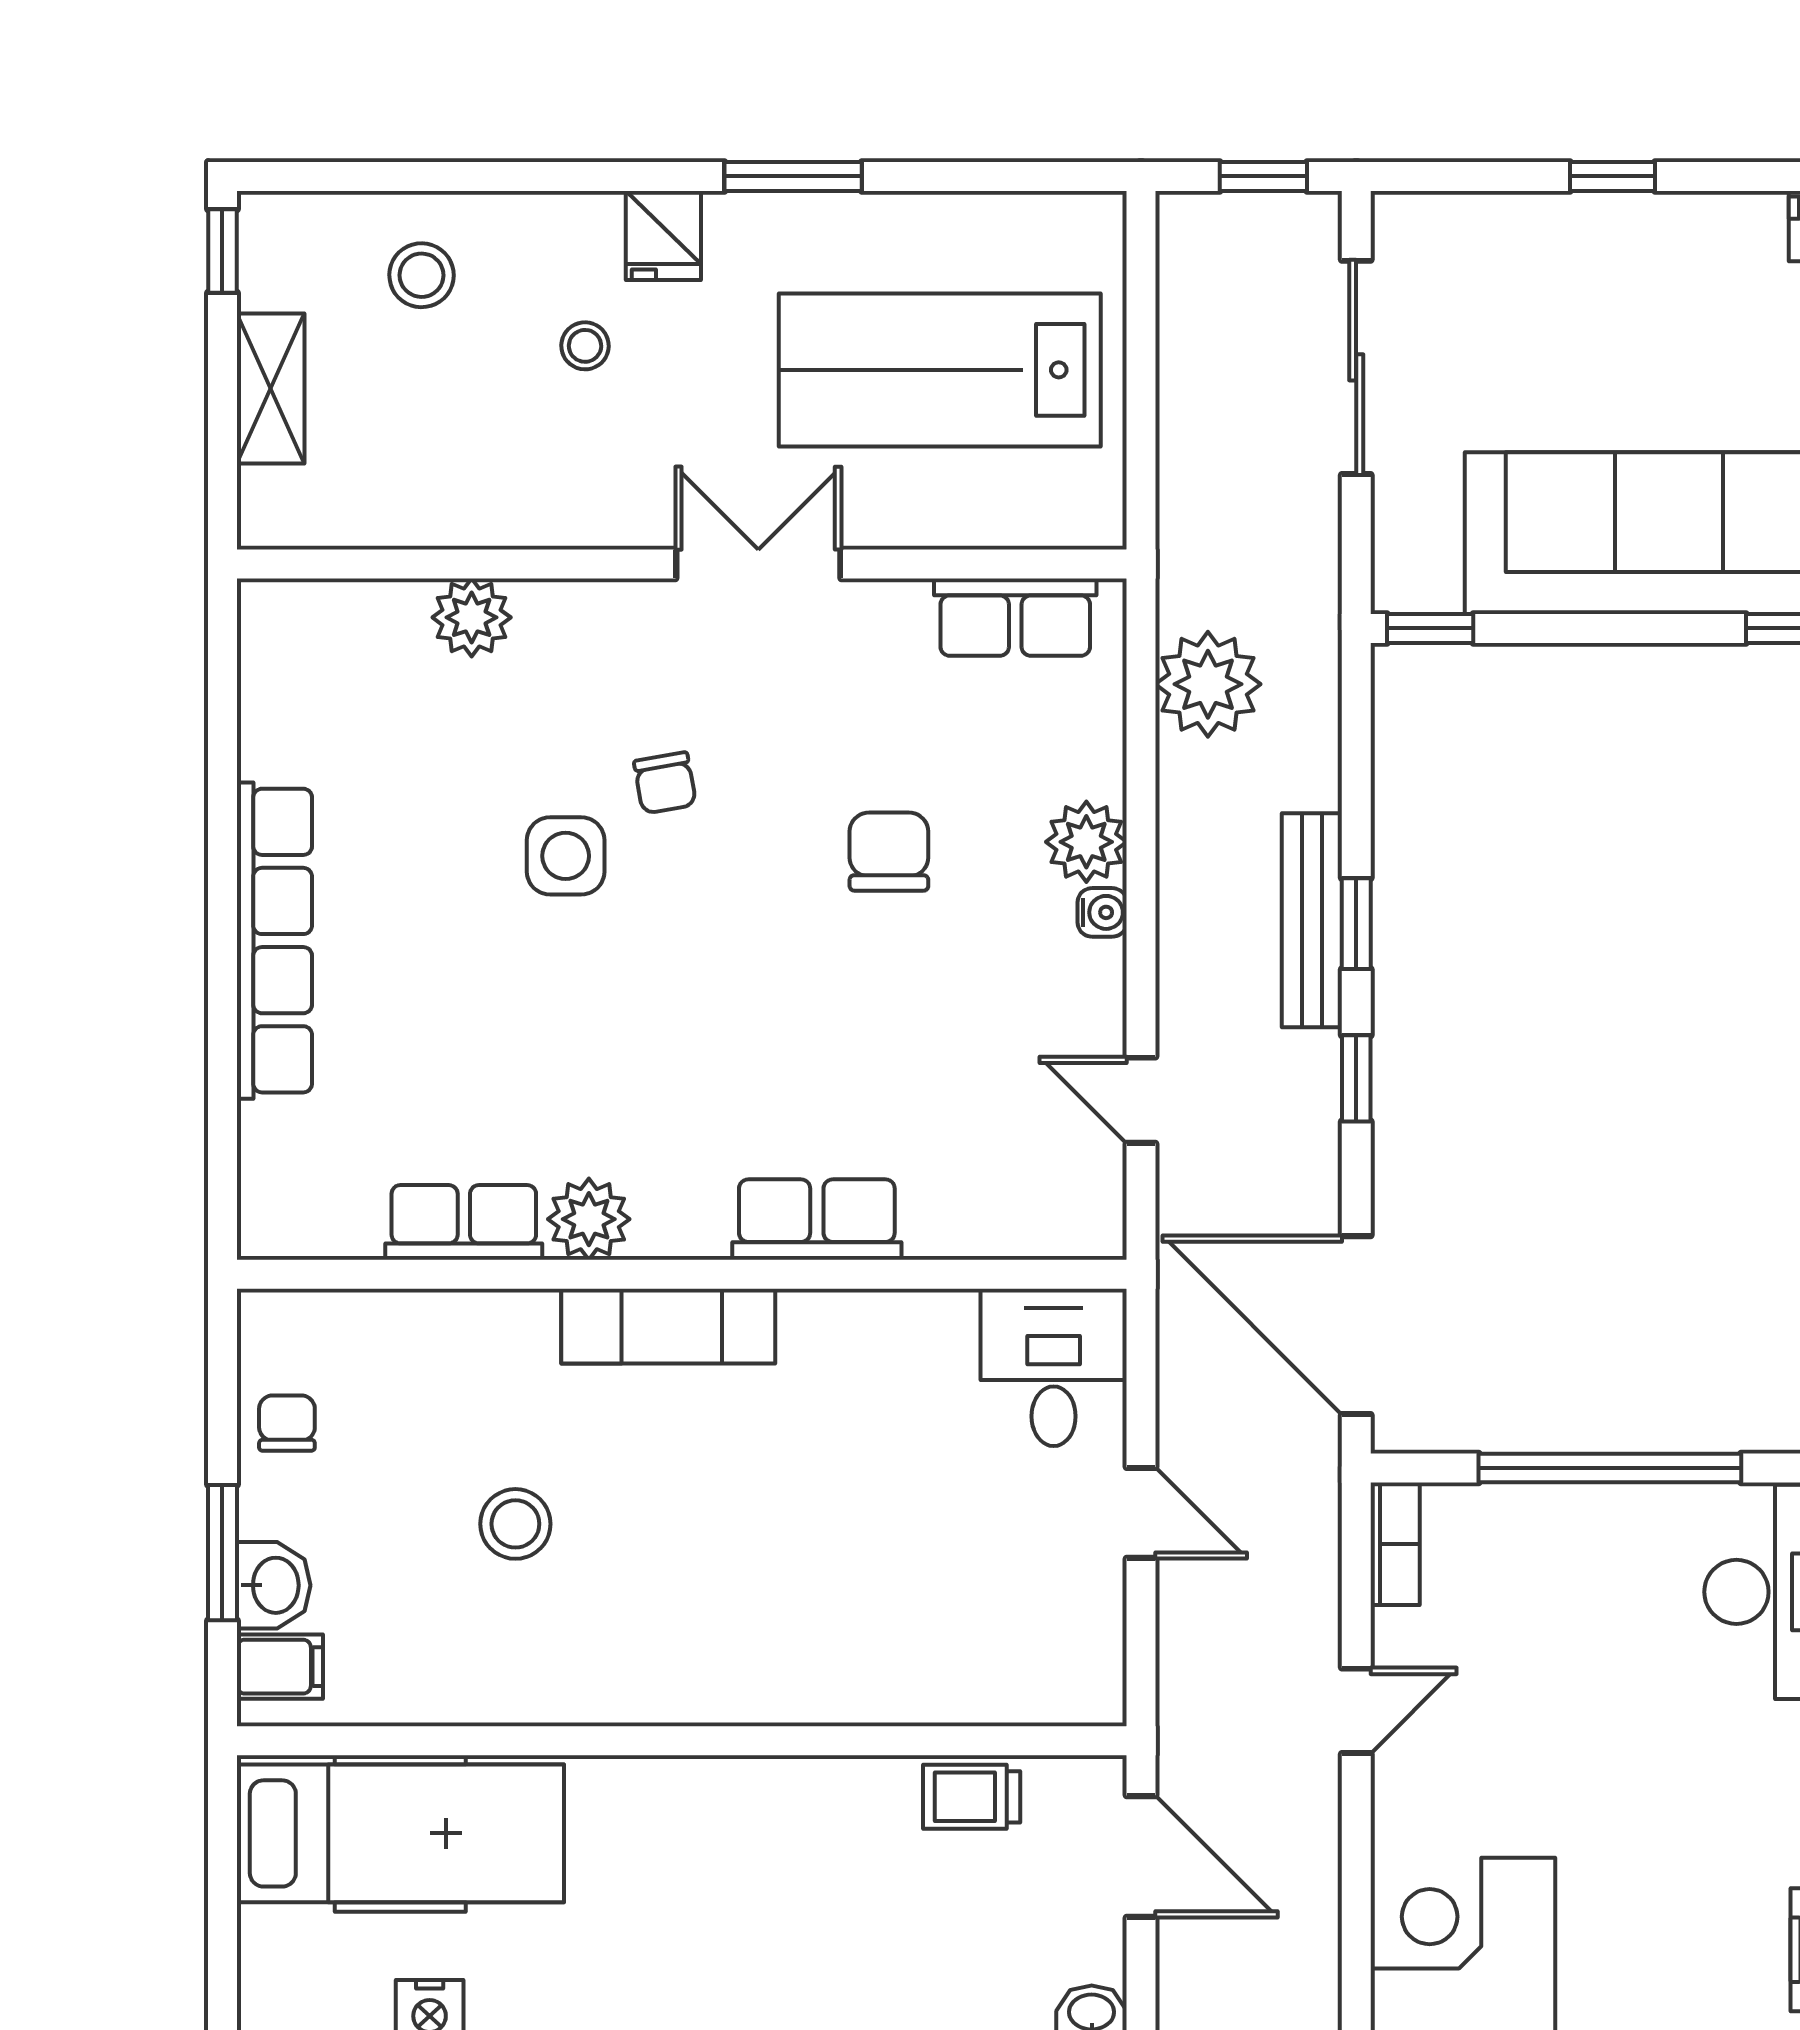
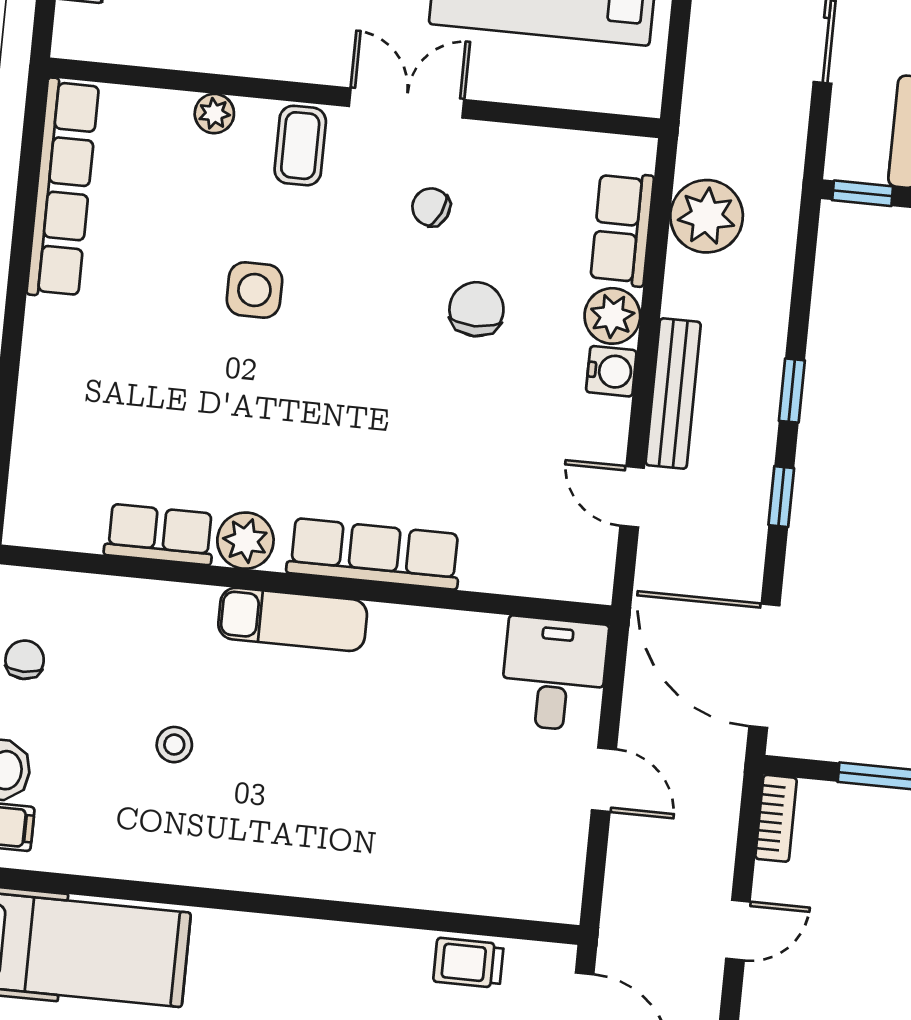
plant: (472, 617) -> (214, 114), width x0.73, depth x0.73
row of seats: (1015, 617) -> (622, 229), moved, turned 90
coffee table: (611, 641) -> (300, 146), added
chair: (665, 783) -> (431, 207), moved, turned 125
water cooler: (1102, 912) -> (611, 371), width x1.38, depth x1.38
bench: (1312, 920) -> (673, 394), moved
row of seats: (274, 941) -> (63, 188), moved
row of seats: (817, 1220) -> (374, 554), width x1.48
stool: (515, 1524) -> (174, 745), width x0.73, depth x0.73

